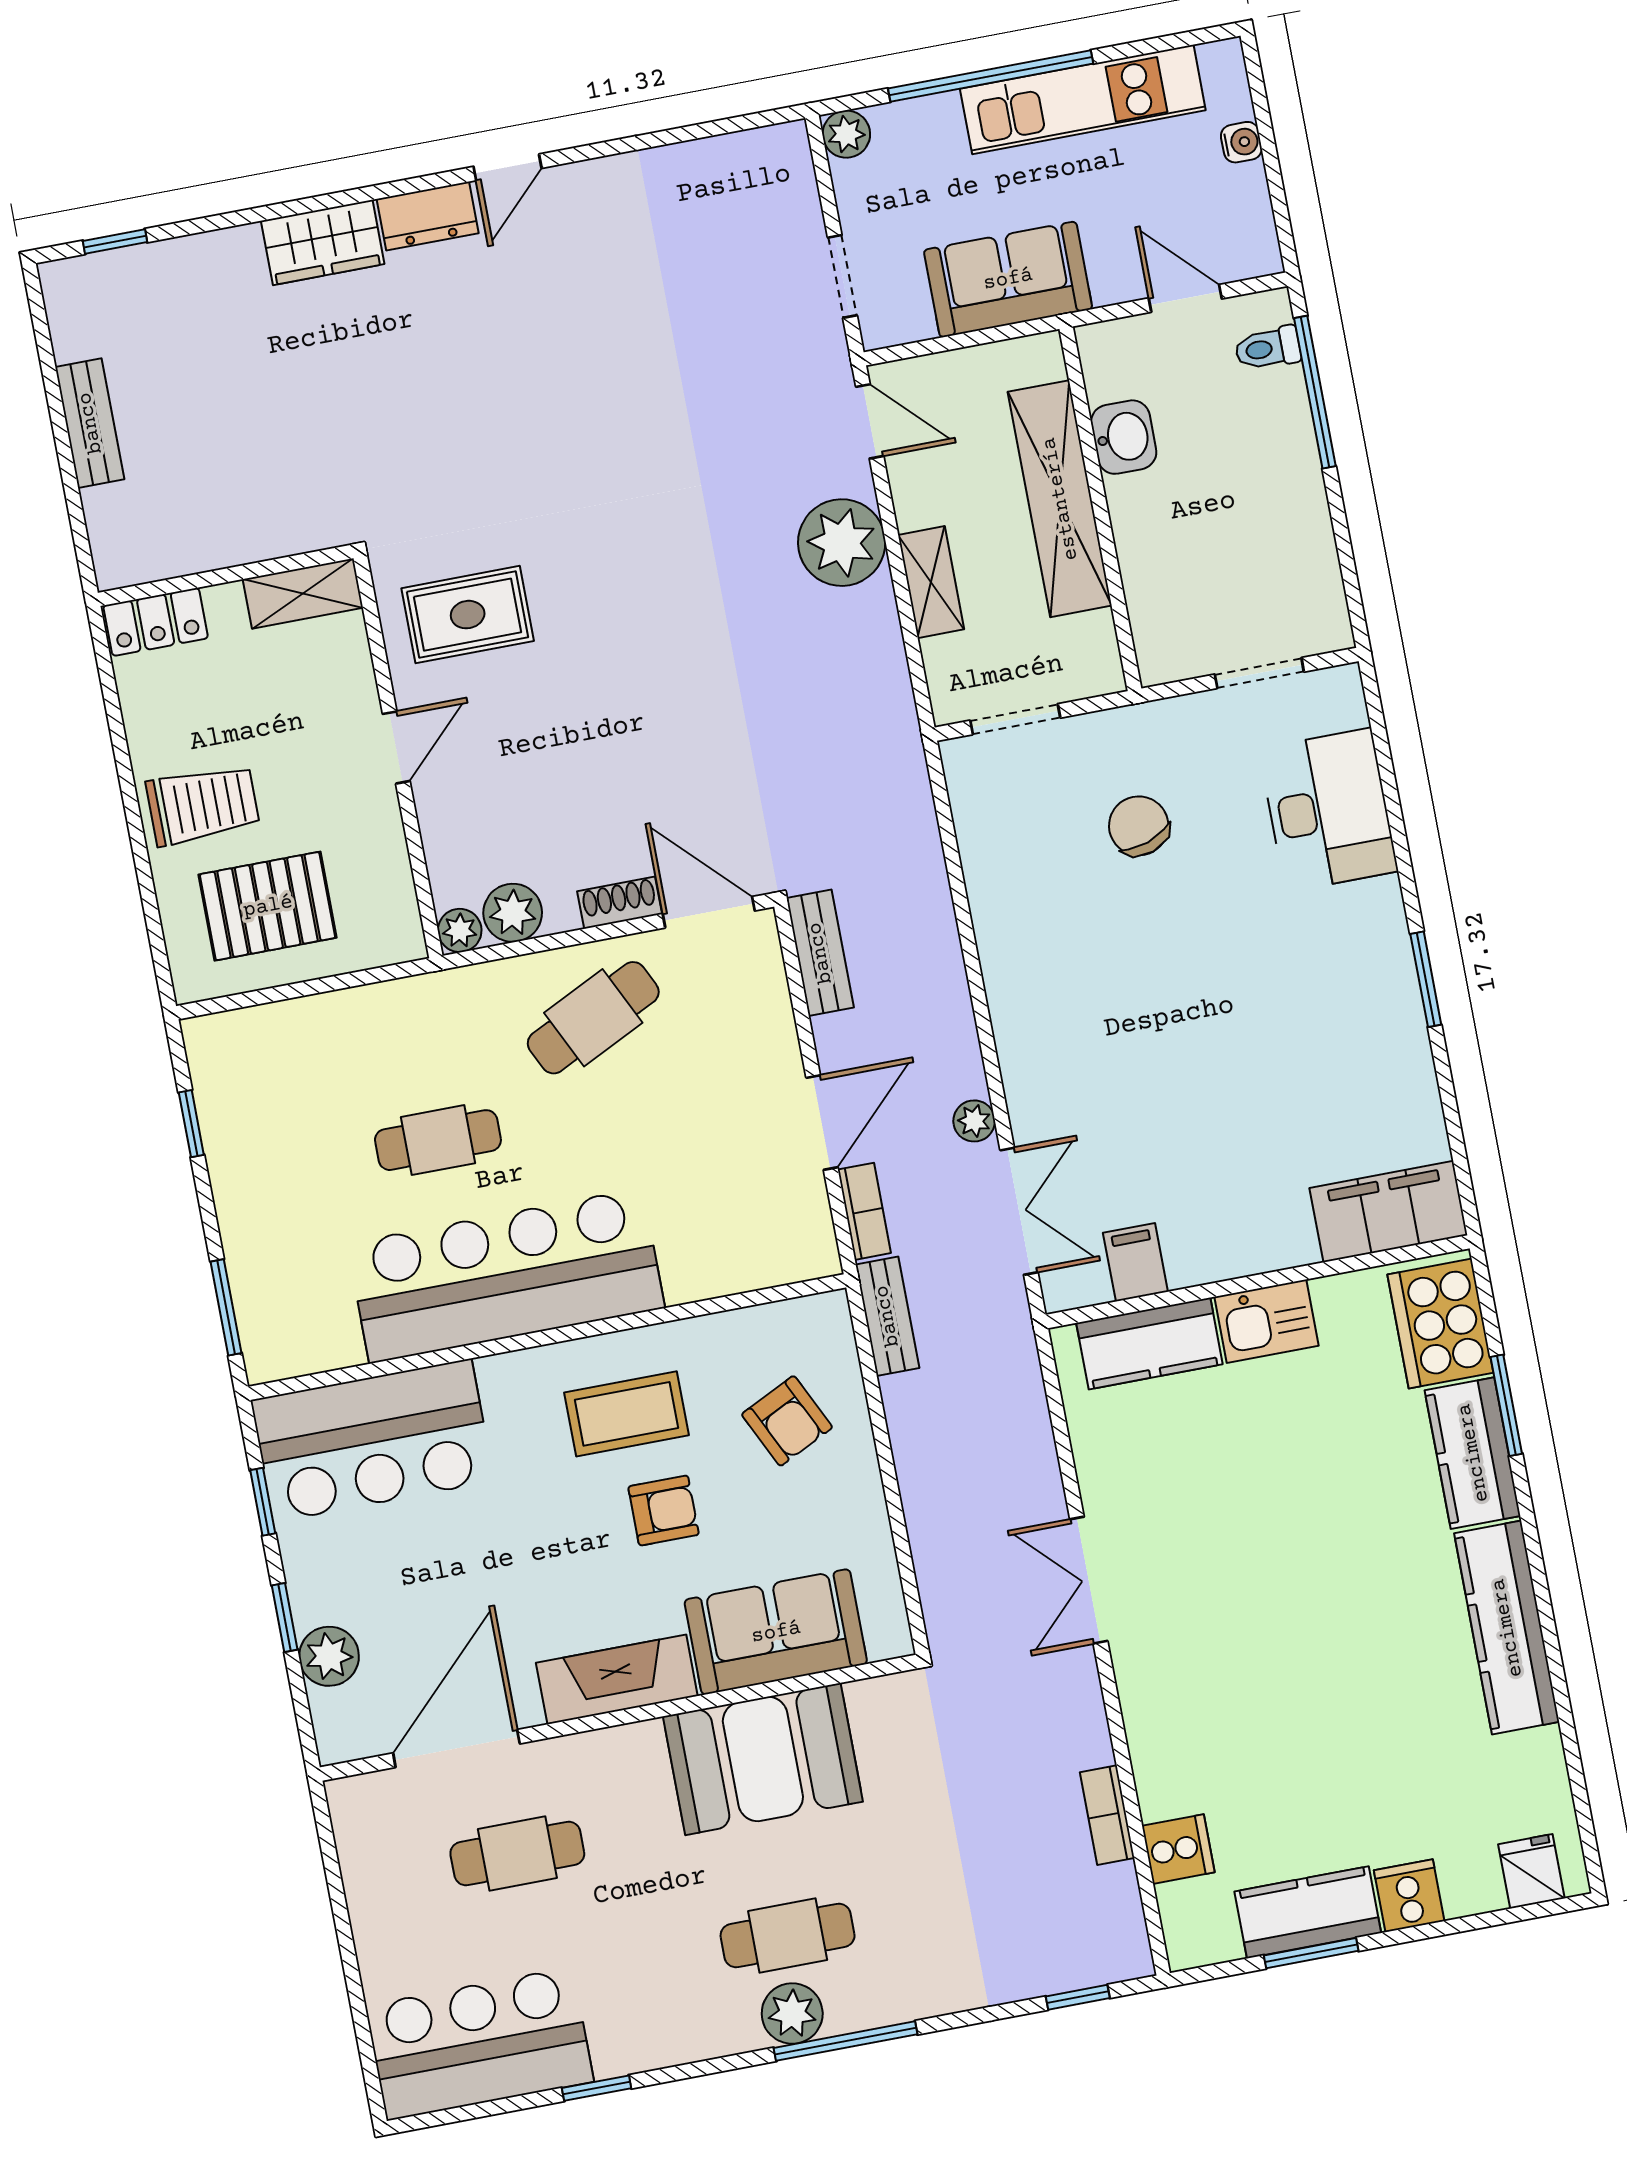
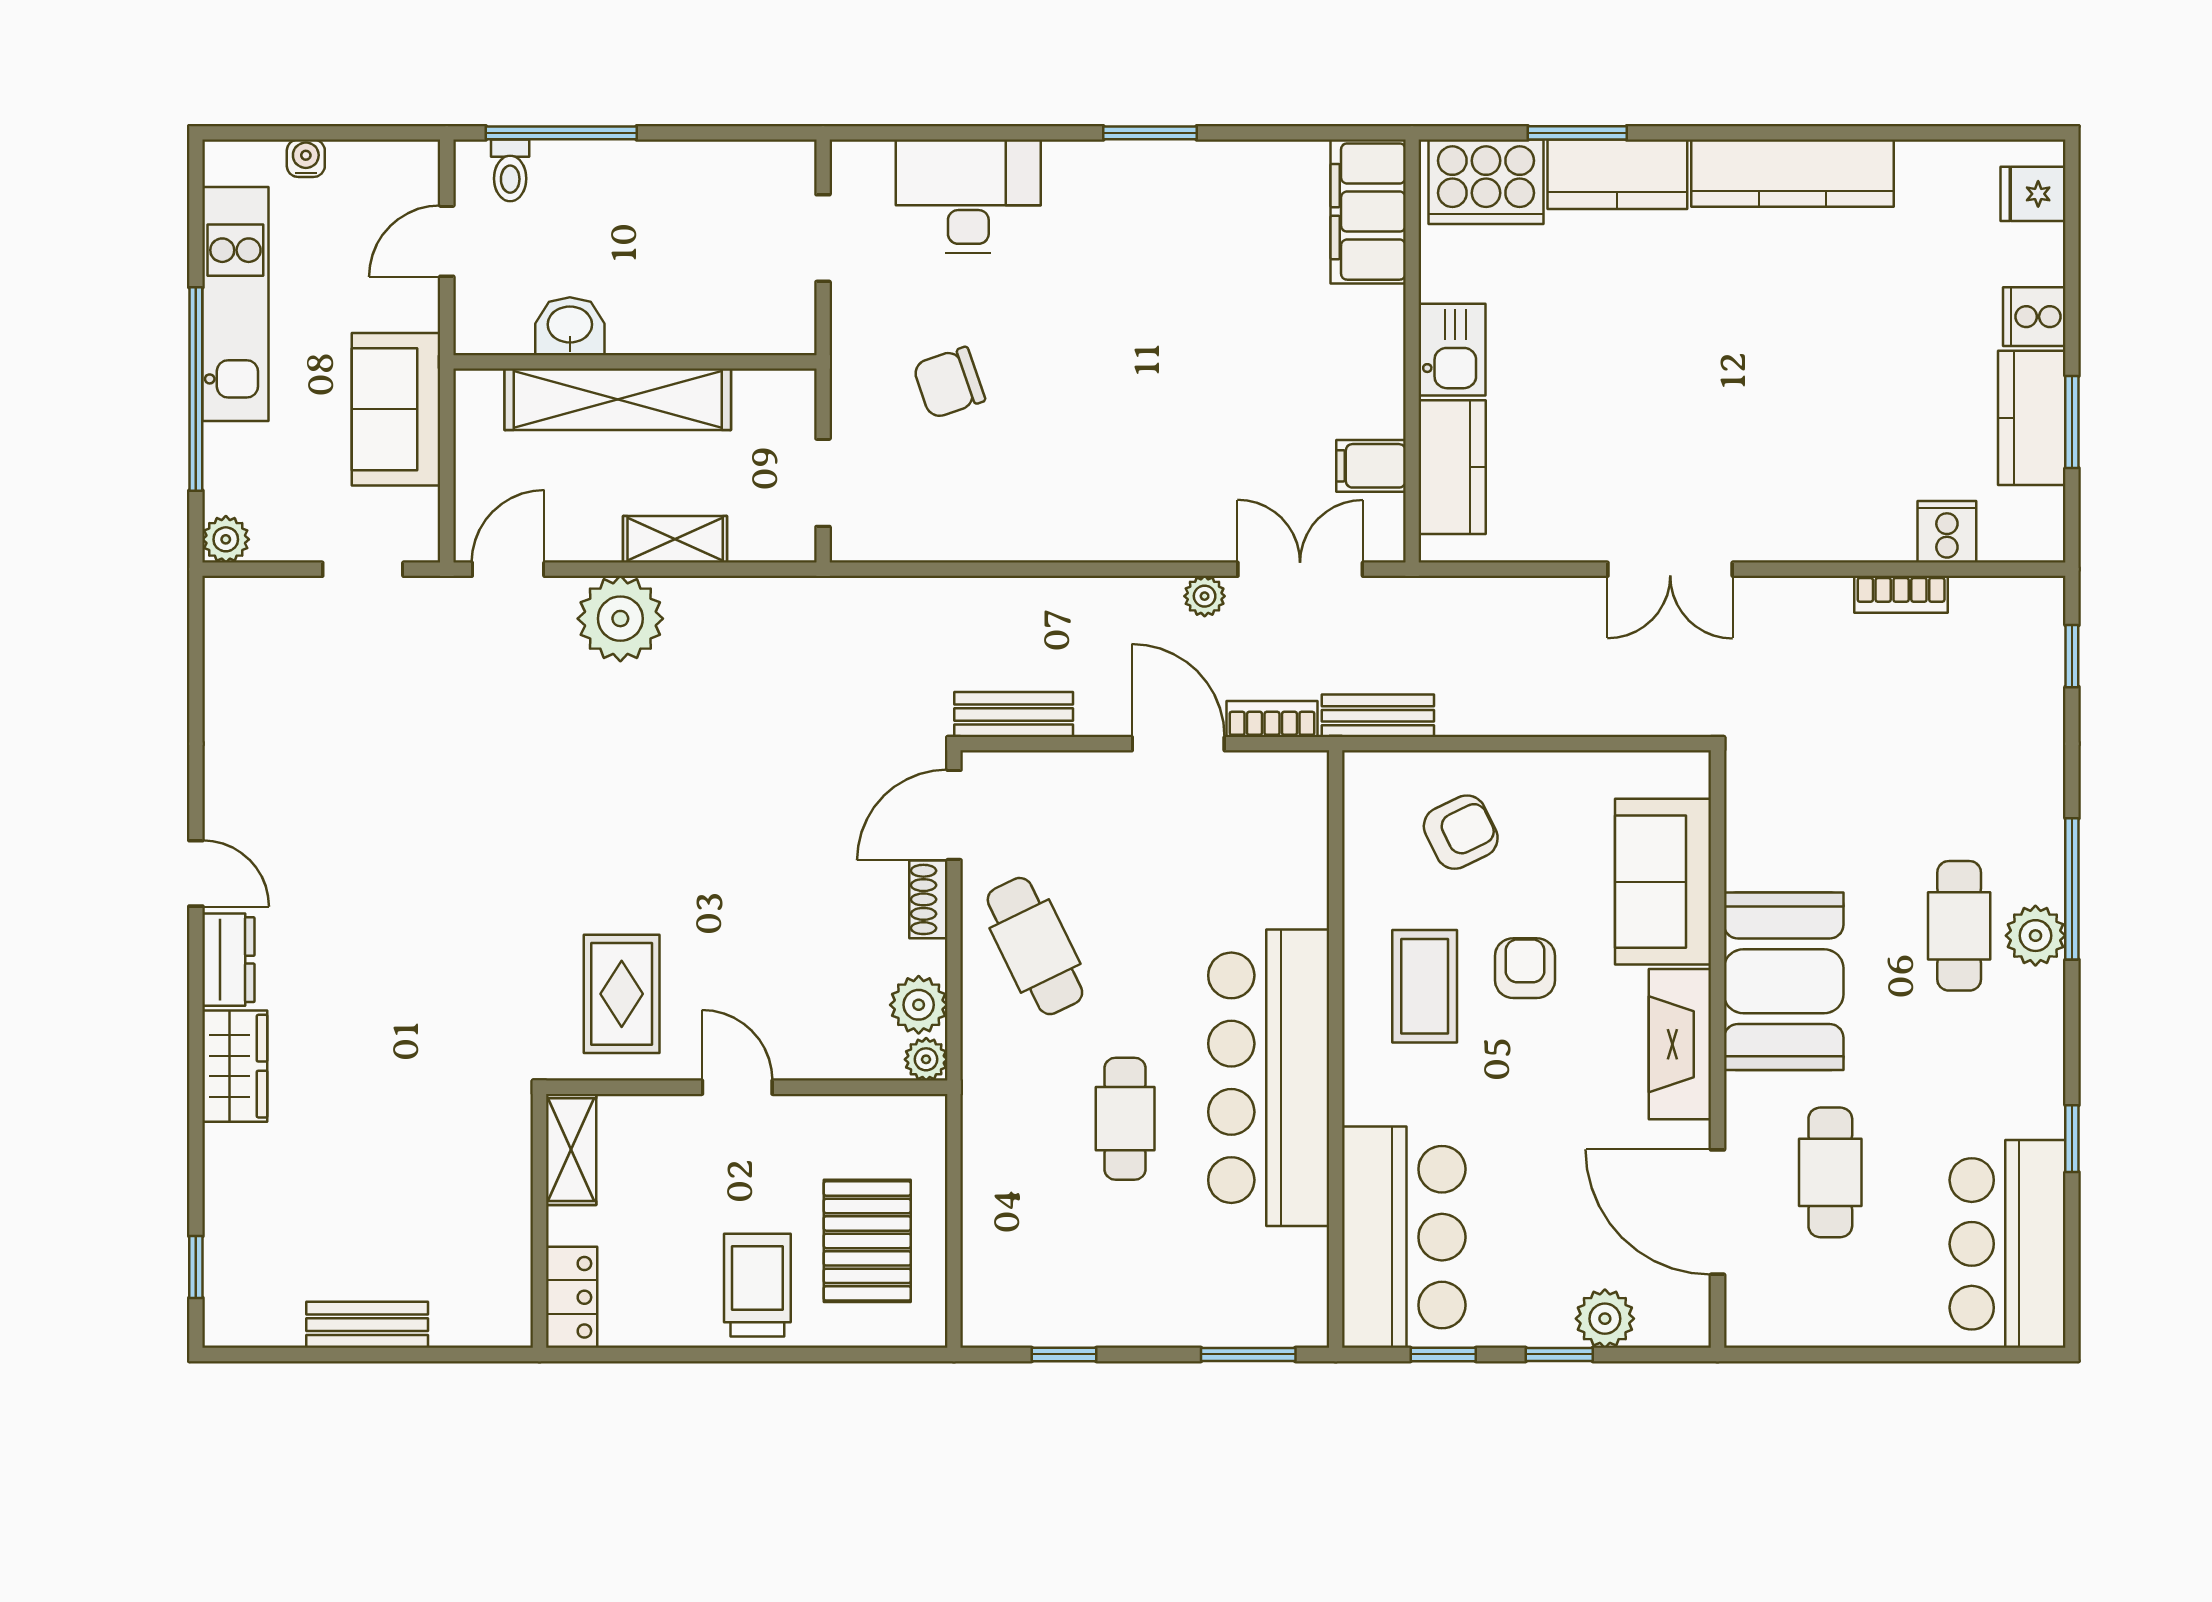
booth: (763, 1759) -> (1784, 981), moved

